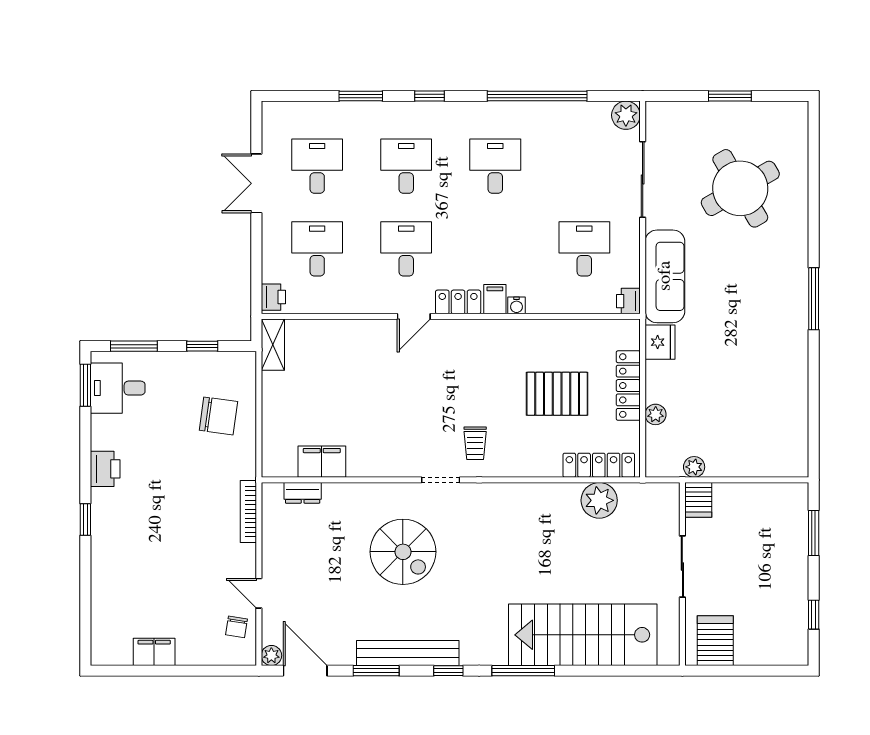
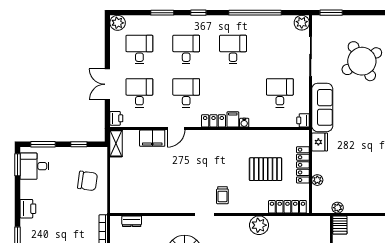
window: (730, 96) -> (331, 13), moved
plant: (276, 115) -> (118, 23), added
double door: (256, 183) -> (107, 84), moved
door: (414, 316) -> (176, 129), moved
filing cabinet: (322, 462) -> (152, 138), moved, turned 180
plant: (599, 500) -> (259, 225), moved

